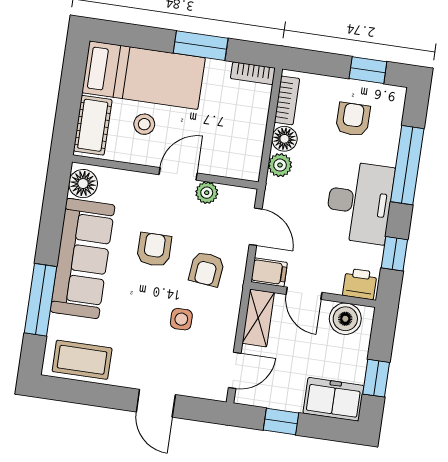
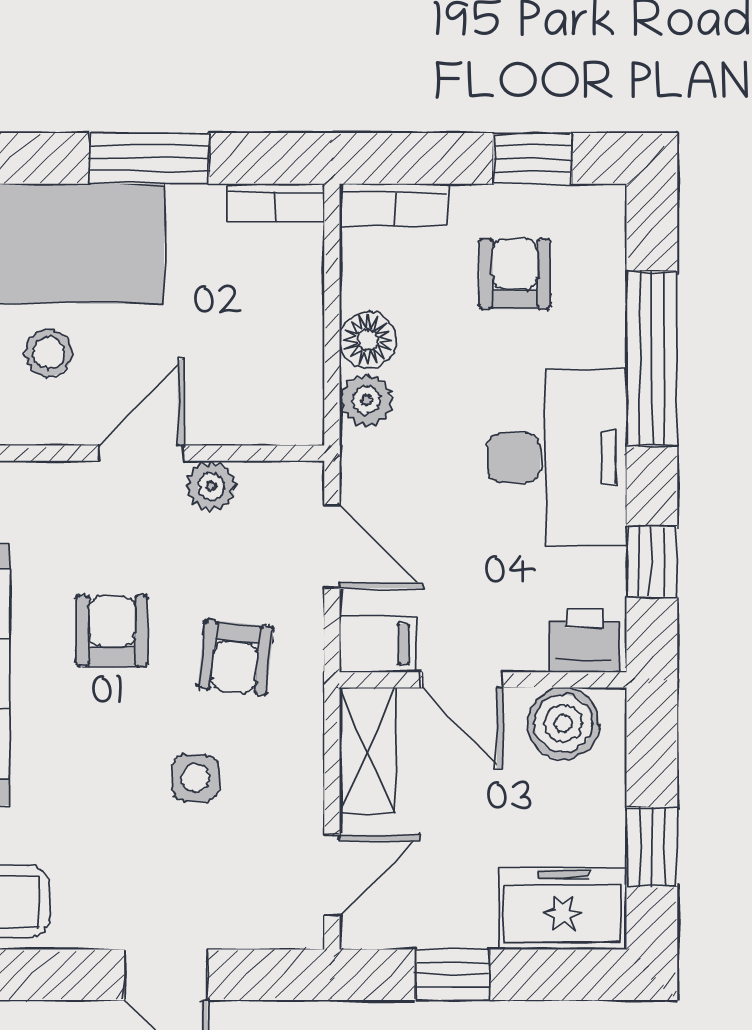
bookcase: (287, 100) -> (395, 205), moved, turned 90

